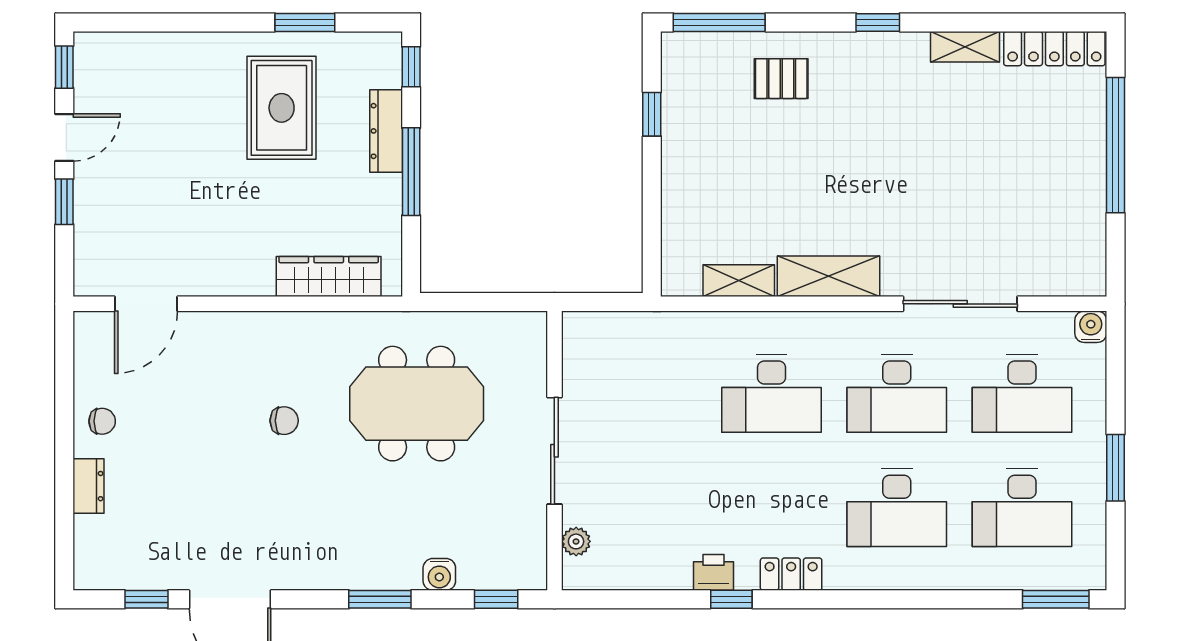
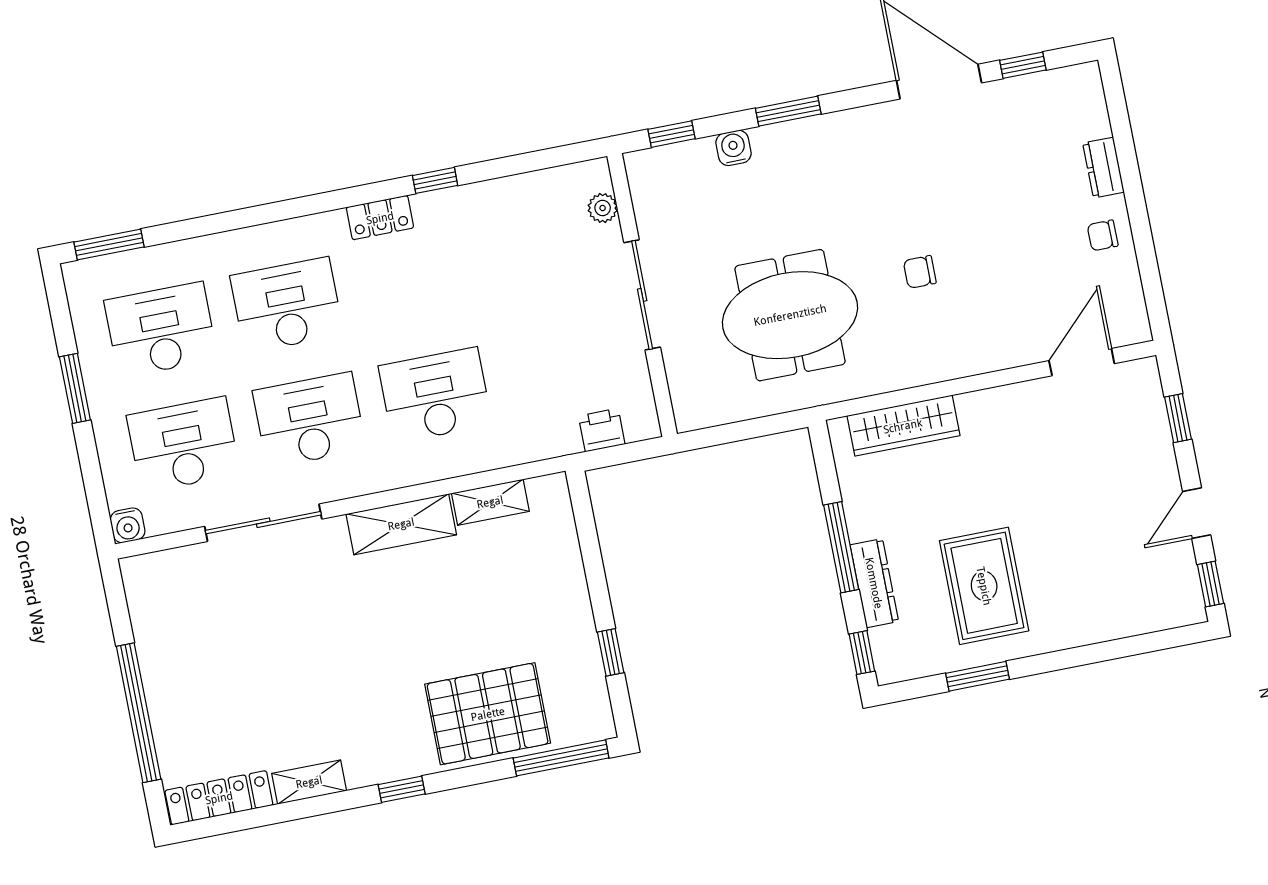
pallet: (781, 79) -> (488, 714), width x2.05, depth x2.00
window: (64, 202) -> (1178, 418), moved
printer: (714, 572) -> (602, 430), moved, turned 180

